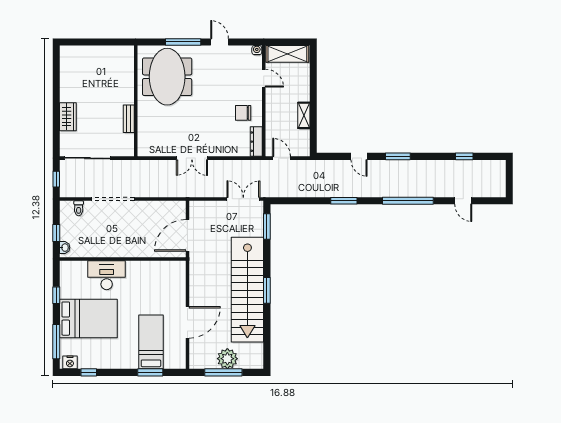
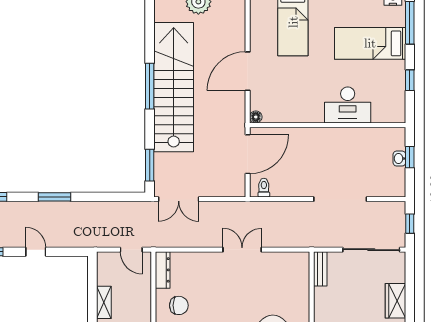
bench: (129, 119) -> (320, 269), moved
toilet: (79, 208) -> (264, 188), moved
washbasin: (65, 248) -> (399, 159), moved
floor lamp: (181, 265) -> (256, 117), added
window: (267, 290) -> (150, 86), width x1.44
bed: (88, 319) -> (370, 43), width x0.67
door: (187, 322) -> (248, 71), moved

